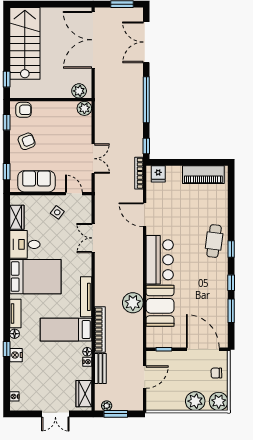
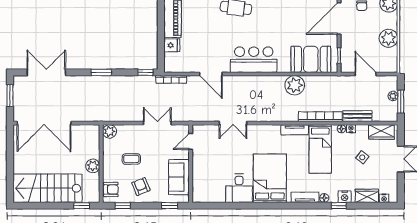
double door: (146, 42) -> (46, 72), swing flipped
plant: (79, 91) -> (93, 166), moved
window: (146, 100) -> (101, 72), width x0.47
armchair: (23, 110) -> (111, 189), turned 90
coffee table: (55, 131) -> (131, 159), added
fridge: (158, 174) -> (172, 45), moved
side table: (57, 212) -> (362, 157), moved
door: (145, 215) -> (211, 74), hinge flipped
wardrobe: (17, 217) -> (367, 196), moved
tv unit: (86, 297) -> (295, 130), width x0.71
booth: (160, 306) -> (311, 59), moved
plant: (195, 401) -> (388, 38), moved
plant: (107, 406) -> (393, 96), moved

